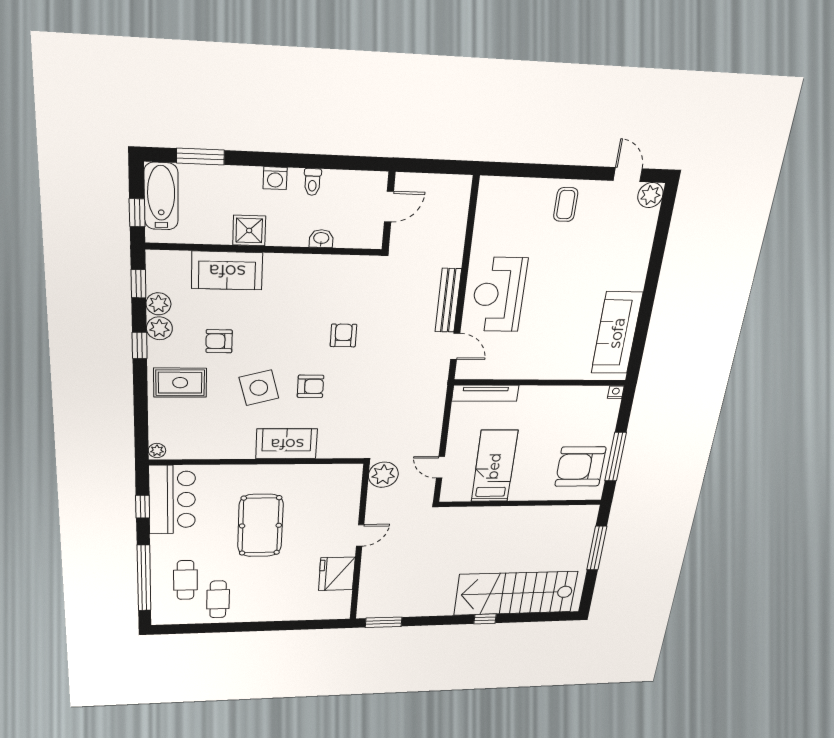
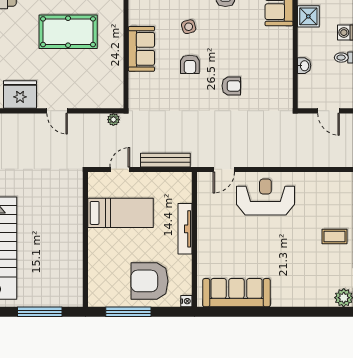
bench: (448, 300) -> (165, 160), moved
side table: (259, 388) -> (189, 27), width x0.54, depth x0.54
tv unit: (485, 393) -> (185, 229), moved
armchair: (580, 467) -> (149, 281), moved, turned -90
plant: (383, 475) -> (113, 120), width x0.53, depth x0.53

